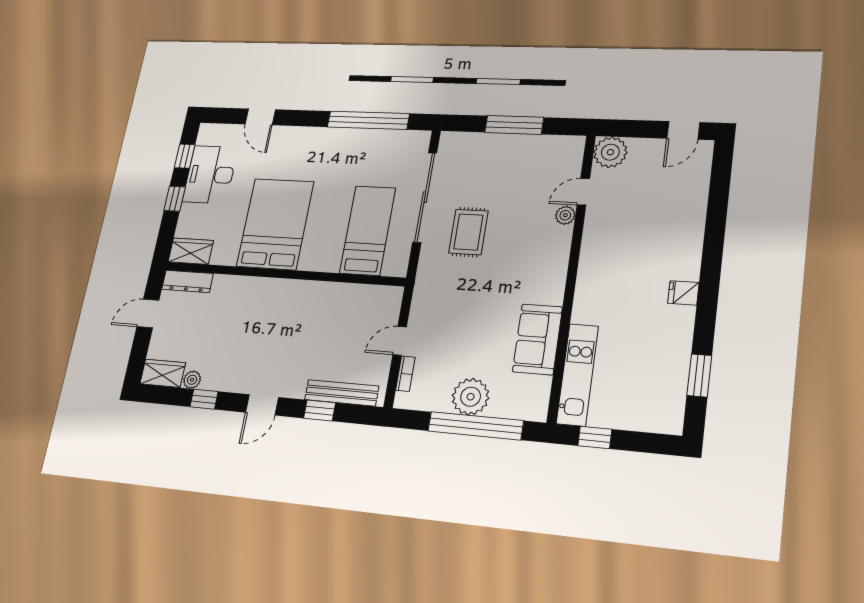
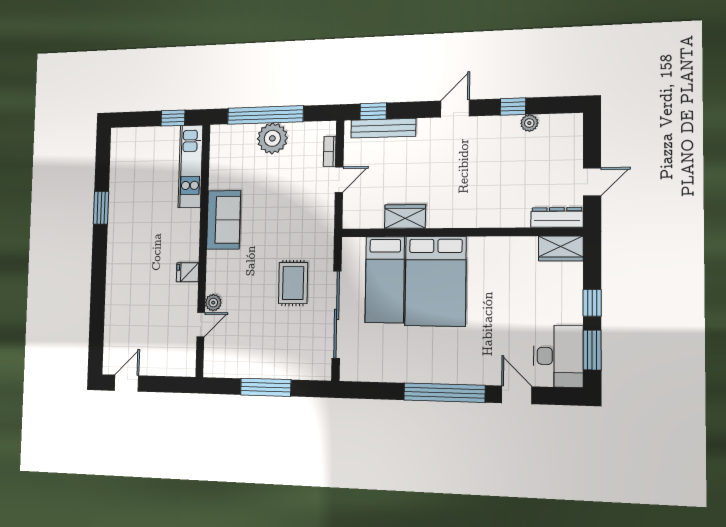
window: (368, 120) -> (444, 393), moved
plant: (610, 152) -> (182, 362), removed
window: (185, 156) -> (592, 350), width x1.50
desk: (210, 175) -> (558, 356), moved
bed: (275, 224) -> (435, 281), moved
fridge: (683, 293) -> (188, 272), moved, turned 180
sofa: (537, 339) -> (224, 220), moved
wardrobe: (163, 373) -> (405, 217), moved, turned 180
window: (699, 375) -> (101, 208), moved
window: (320, 411) -> (373, 111), moved

